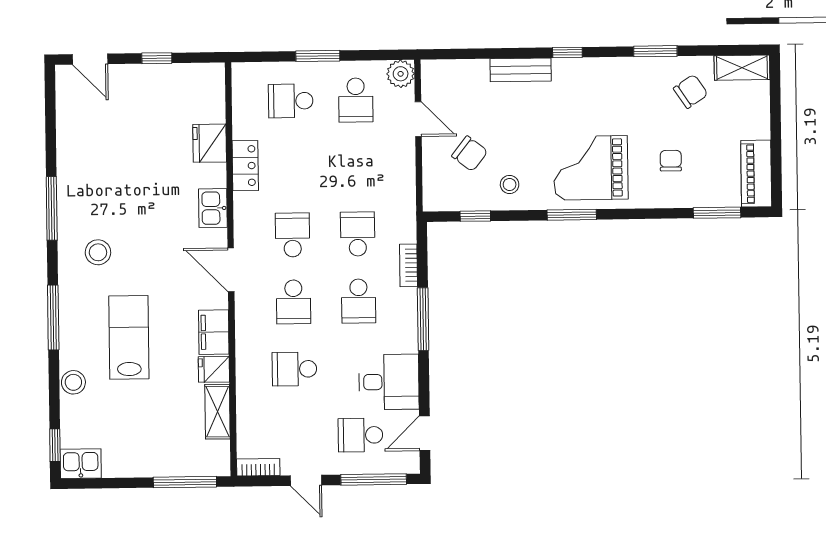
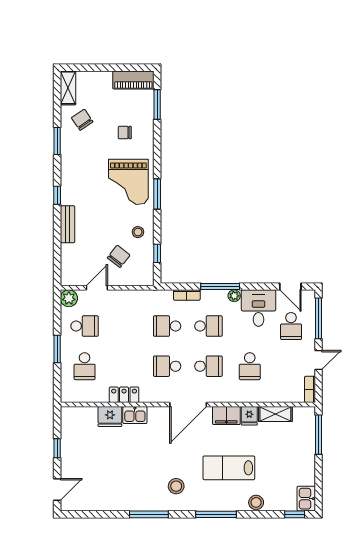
kitchen sink: (213, 208) -> (135, 415), moved
door: (231, 270) -> (188, 404), width x1.36
plant: (408, 342) -> (234, 296), added

